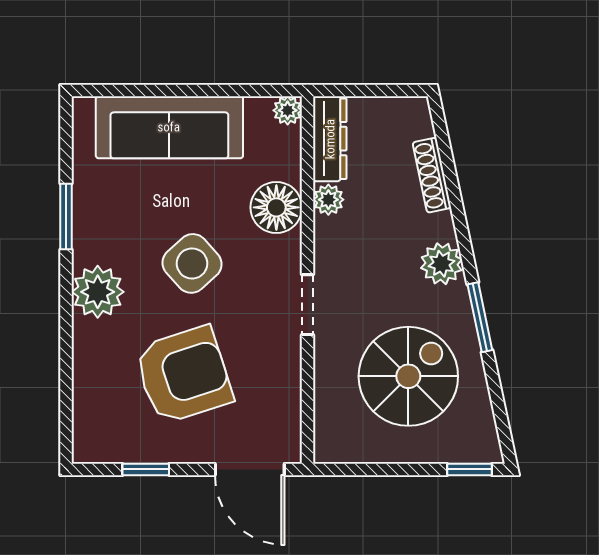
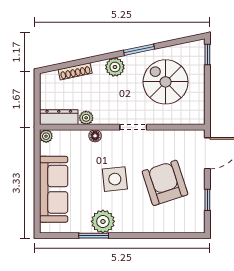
floor lamp: (276, 207) -> (95, 136), width x0.53, depth x0.53
side table: (192, 263) -> (115, 179), turned 36
plant: (98, 292) -> (103, 221), moved

